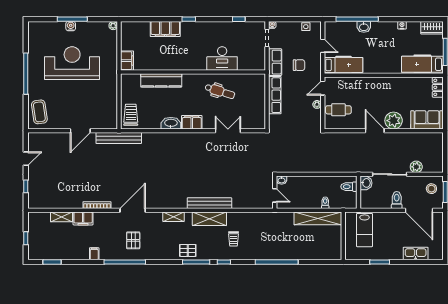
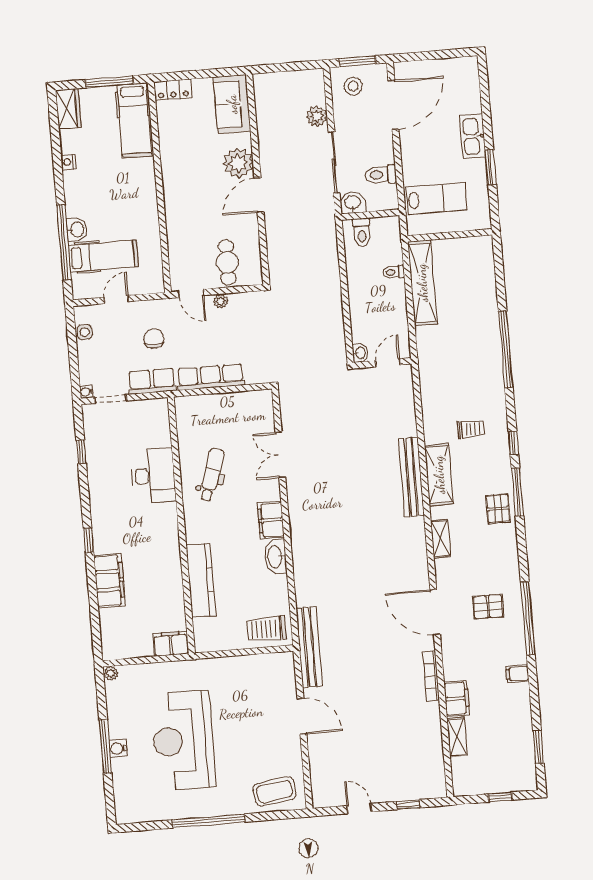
hospital bed: (343, 65) -> (103, 256), moved, turned 90
toilet: (397, 200) -> (381, 175), moved
kitchen sink: (416, 253) -> (473, 136), moved

